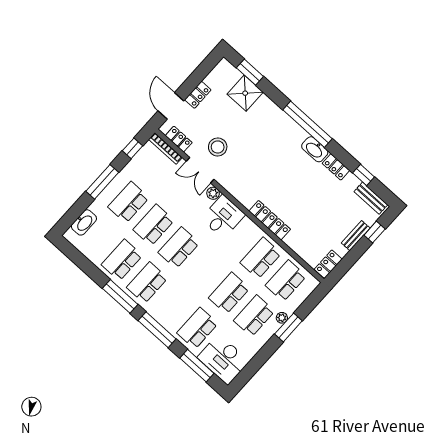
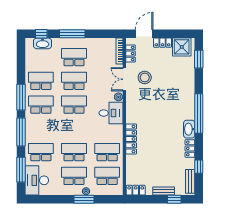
shower: (245, 93) -> (182, 47), moved
window: (132, 148) -> (41, 34), moved

